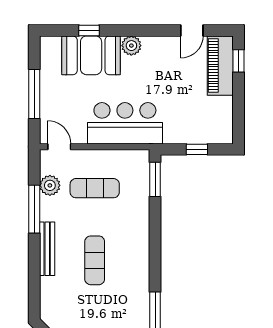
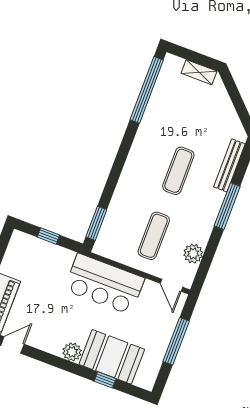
exercise mat: (95, 188) -> (154, 236), turned 90
window: (34, 209) -> (227, 206), moved
bench: (47, 249) -> (229, 165), moved

